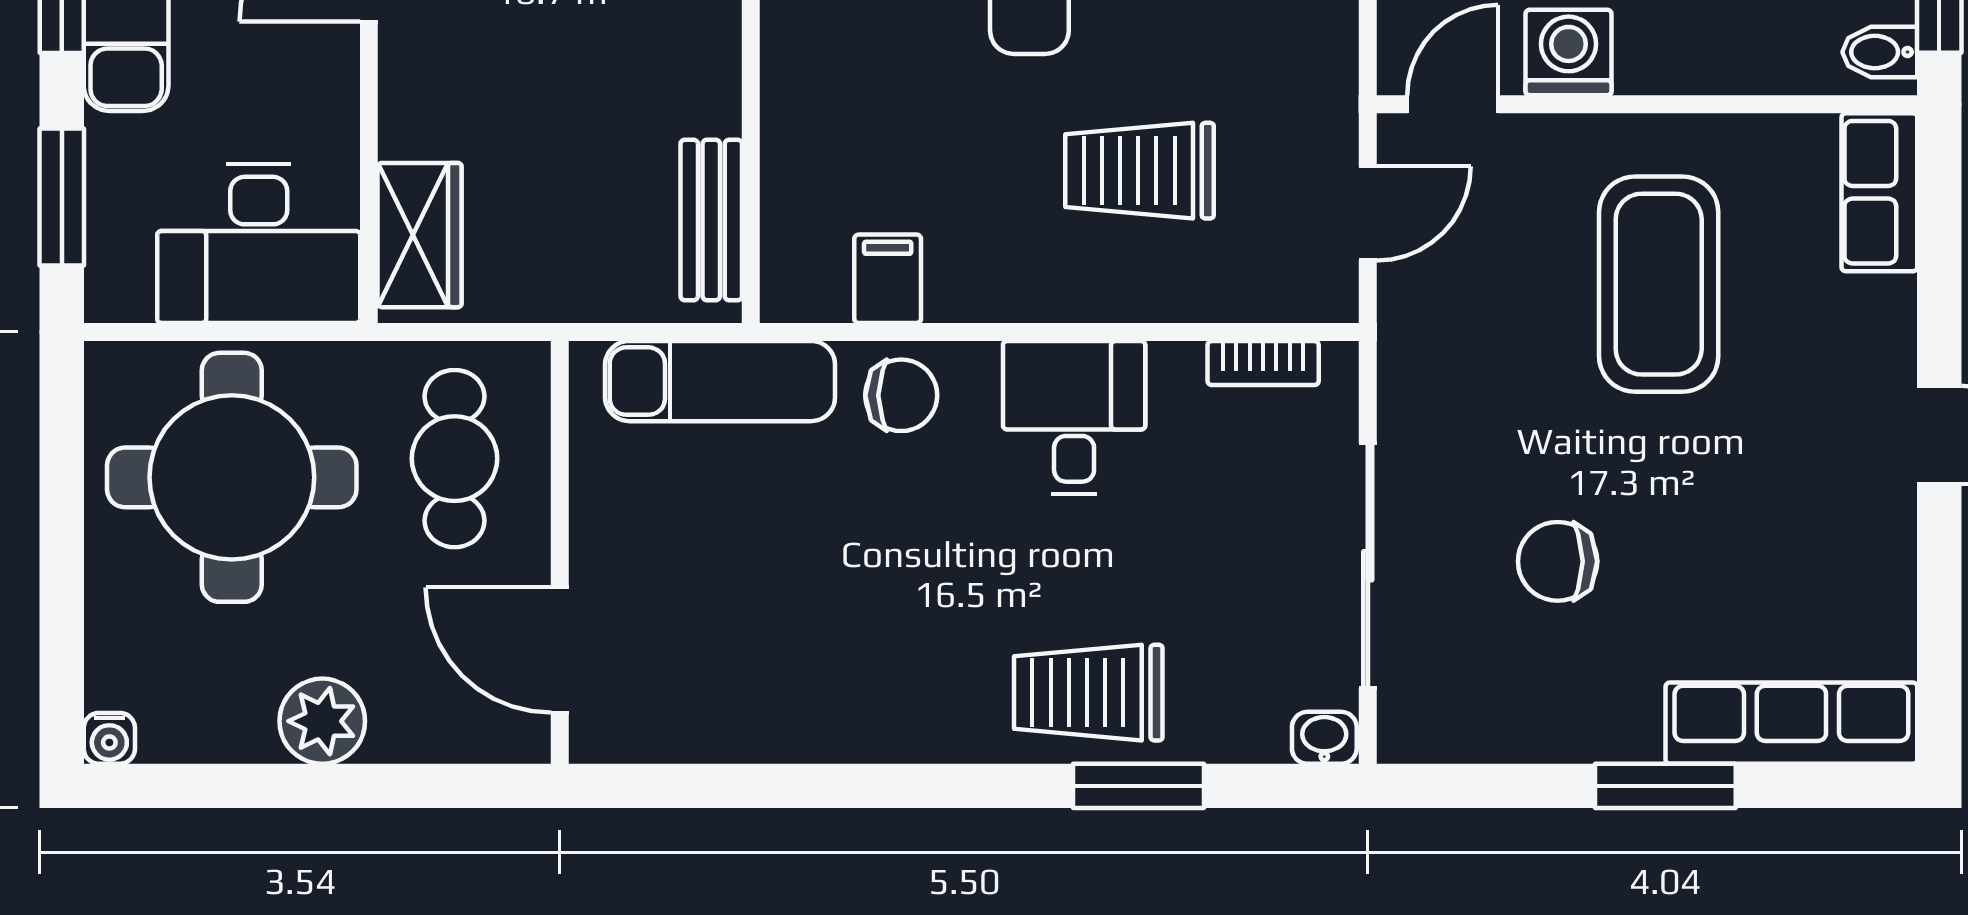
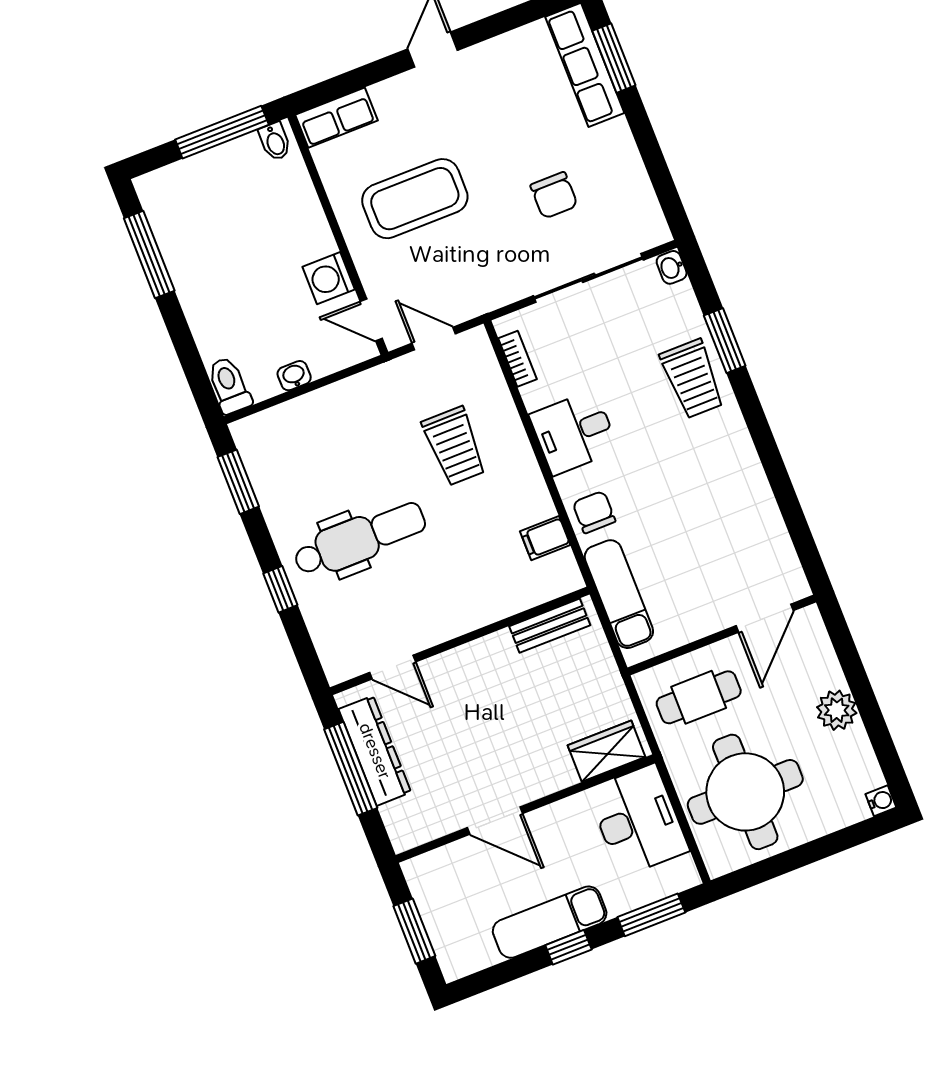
window: (1665, 786) -> (614, 58), moved

